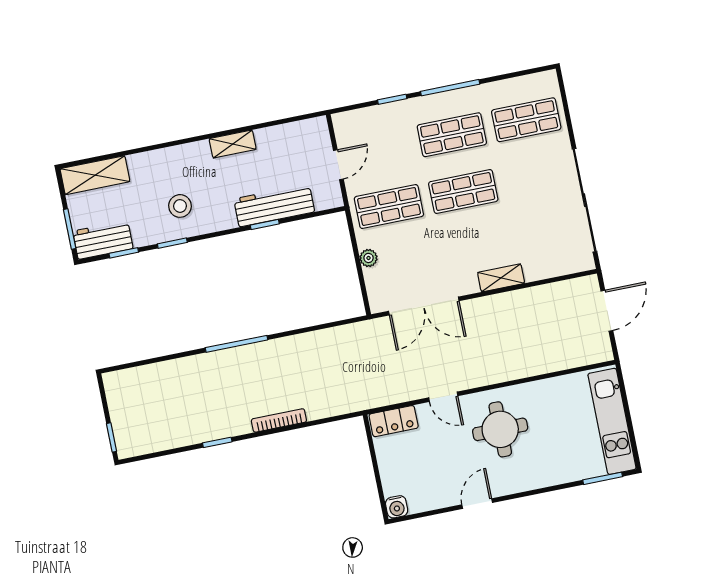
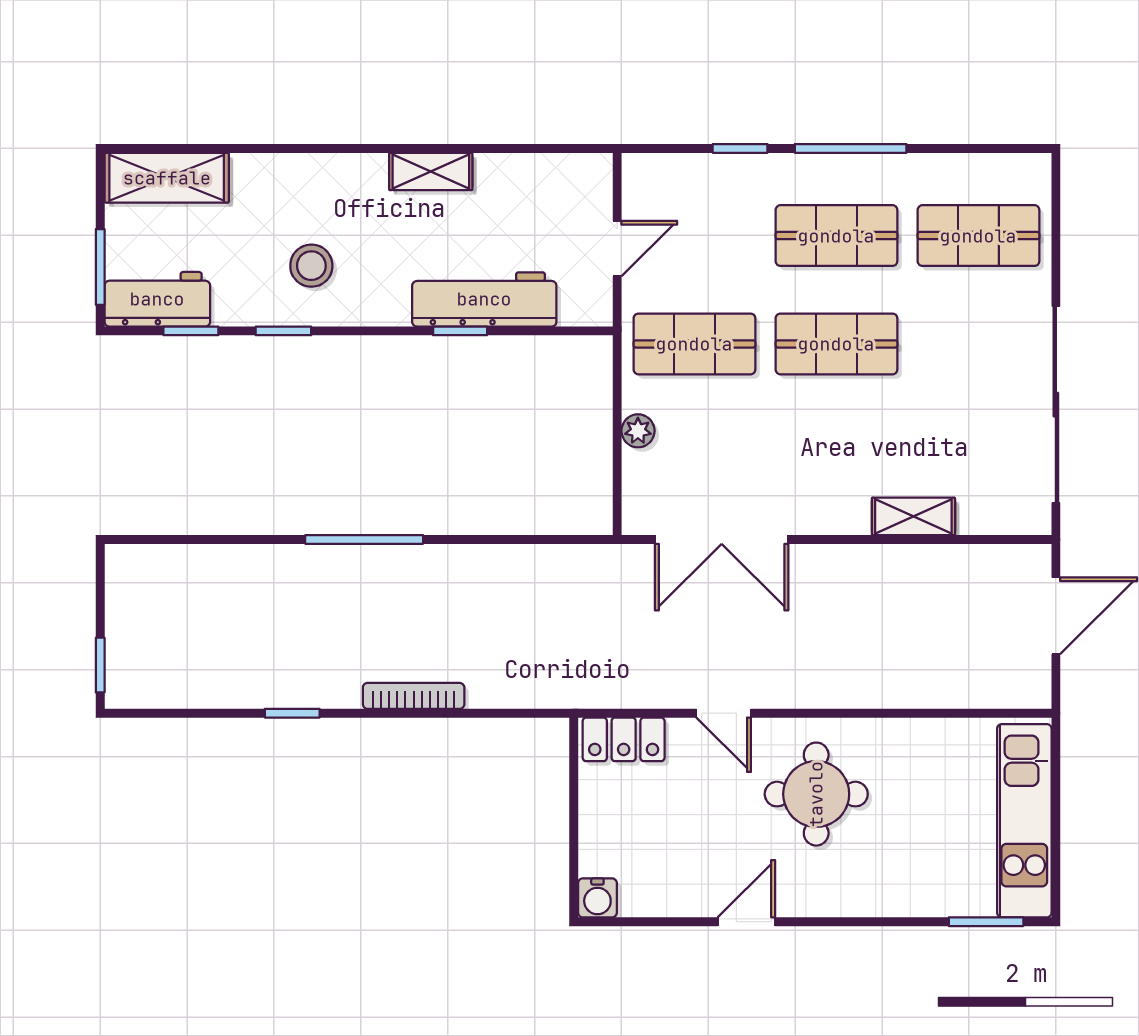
shelving: (501, 278) -> (913, 516), moved

